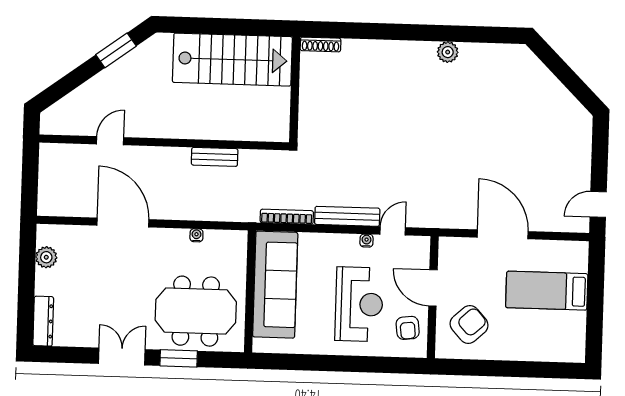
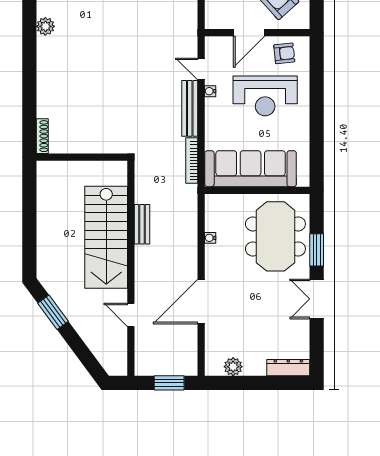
stairs: (232, 60) -> (106, 237), moved, turned 180
window: (30, 182) -> (169, 383), added
reception desk: (359, 304) -> (265, 96), turned 180

